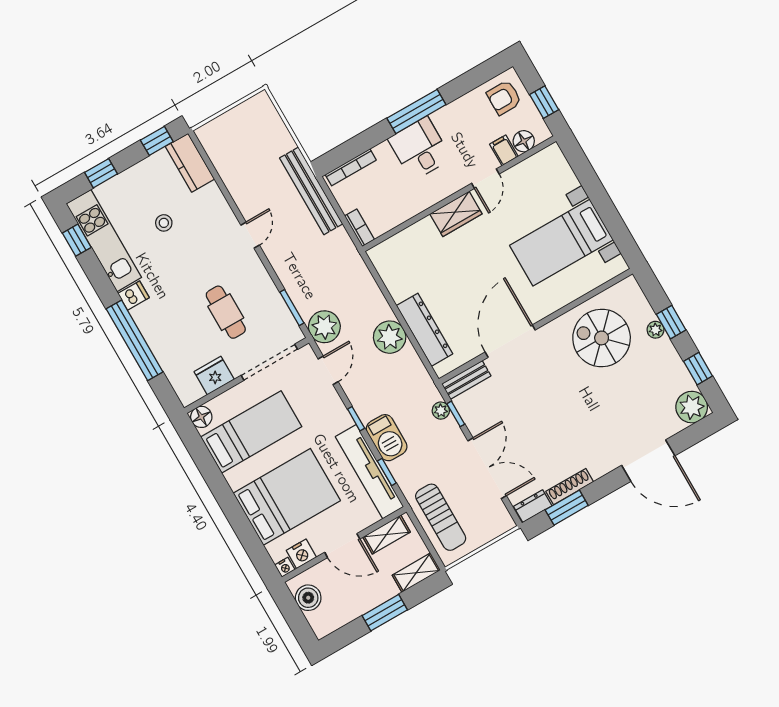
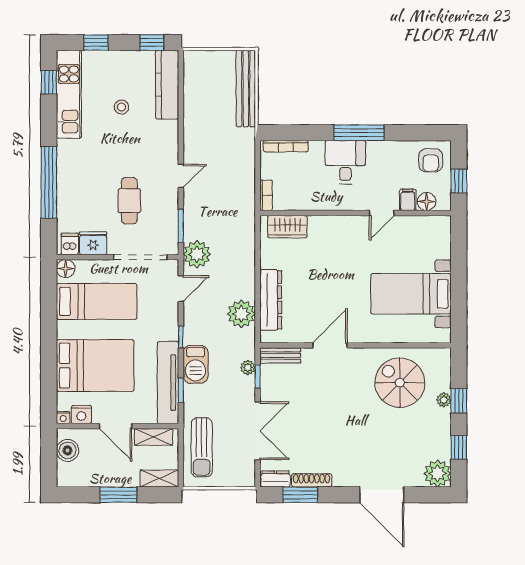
armchair: (504, 98) -> (431, 160), turned -90
kitchen counter: (190, 163) -> (167, 85), width x1.50
bench: (311, 191) -> (246, 89), moved
wardrobe: (456, 214) -> (287, 227), moved
door: (250, 235) -> (181, 176), moved
dishwasher: (134, 296) -> (70, 244), moved, turned -90
plant: (390, 337) -> (241, 314), moved
door: (510, 341) -> (330, 345), width x0.73

